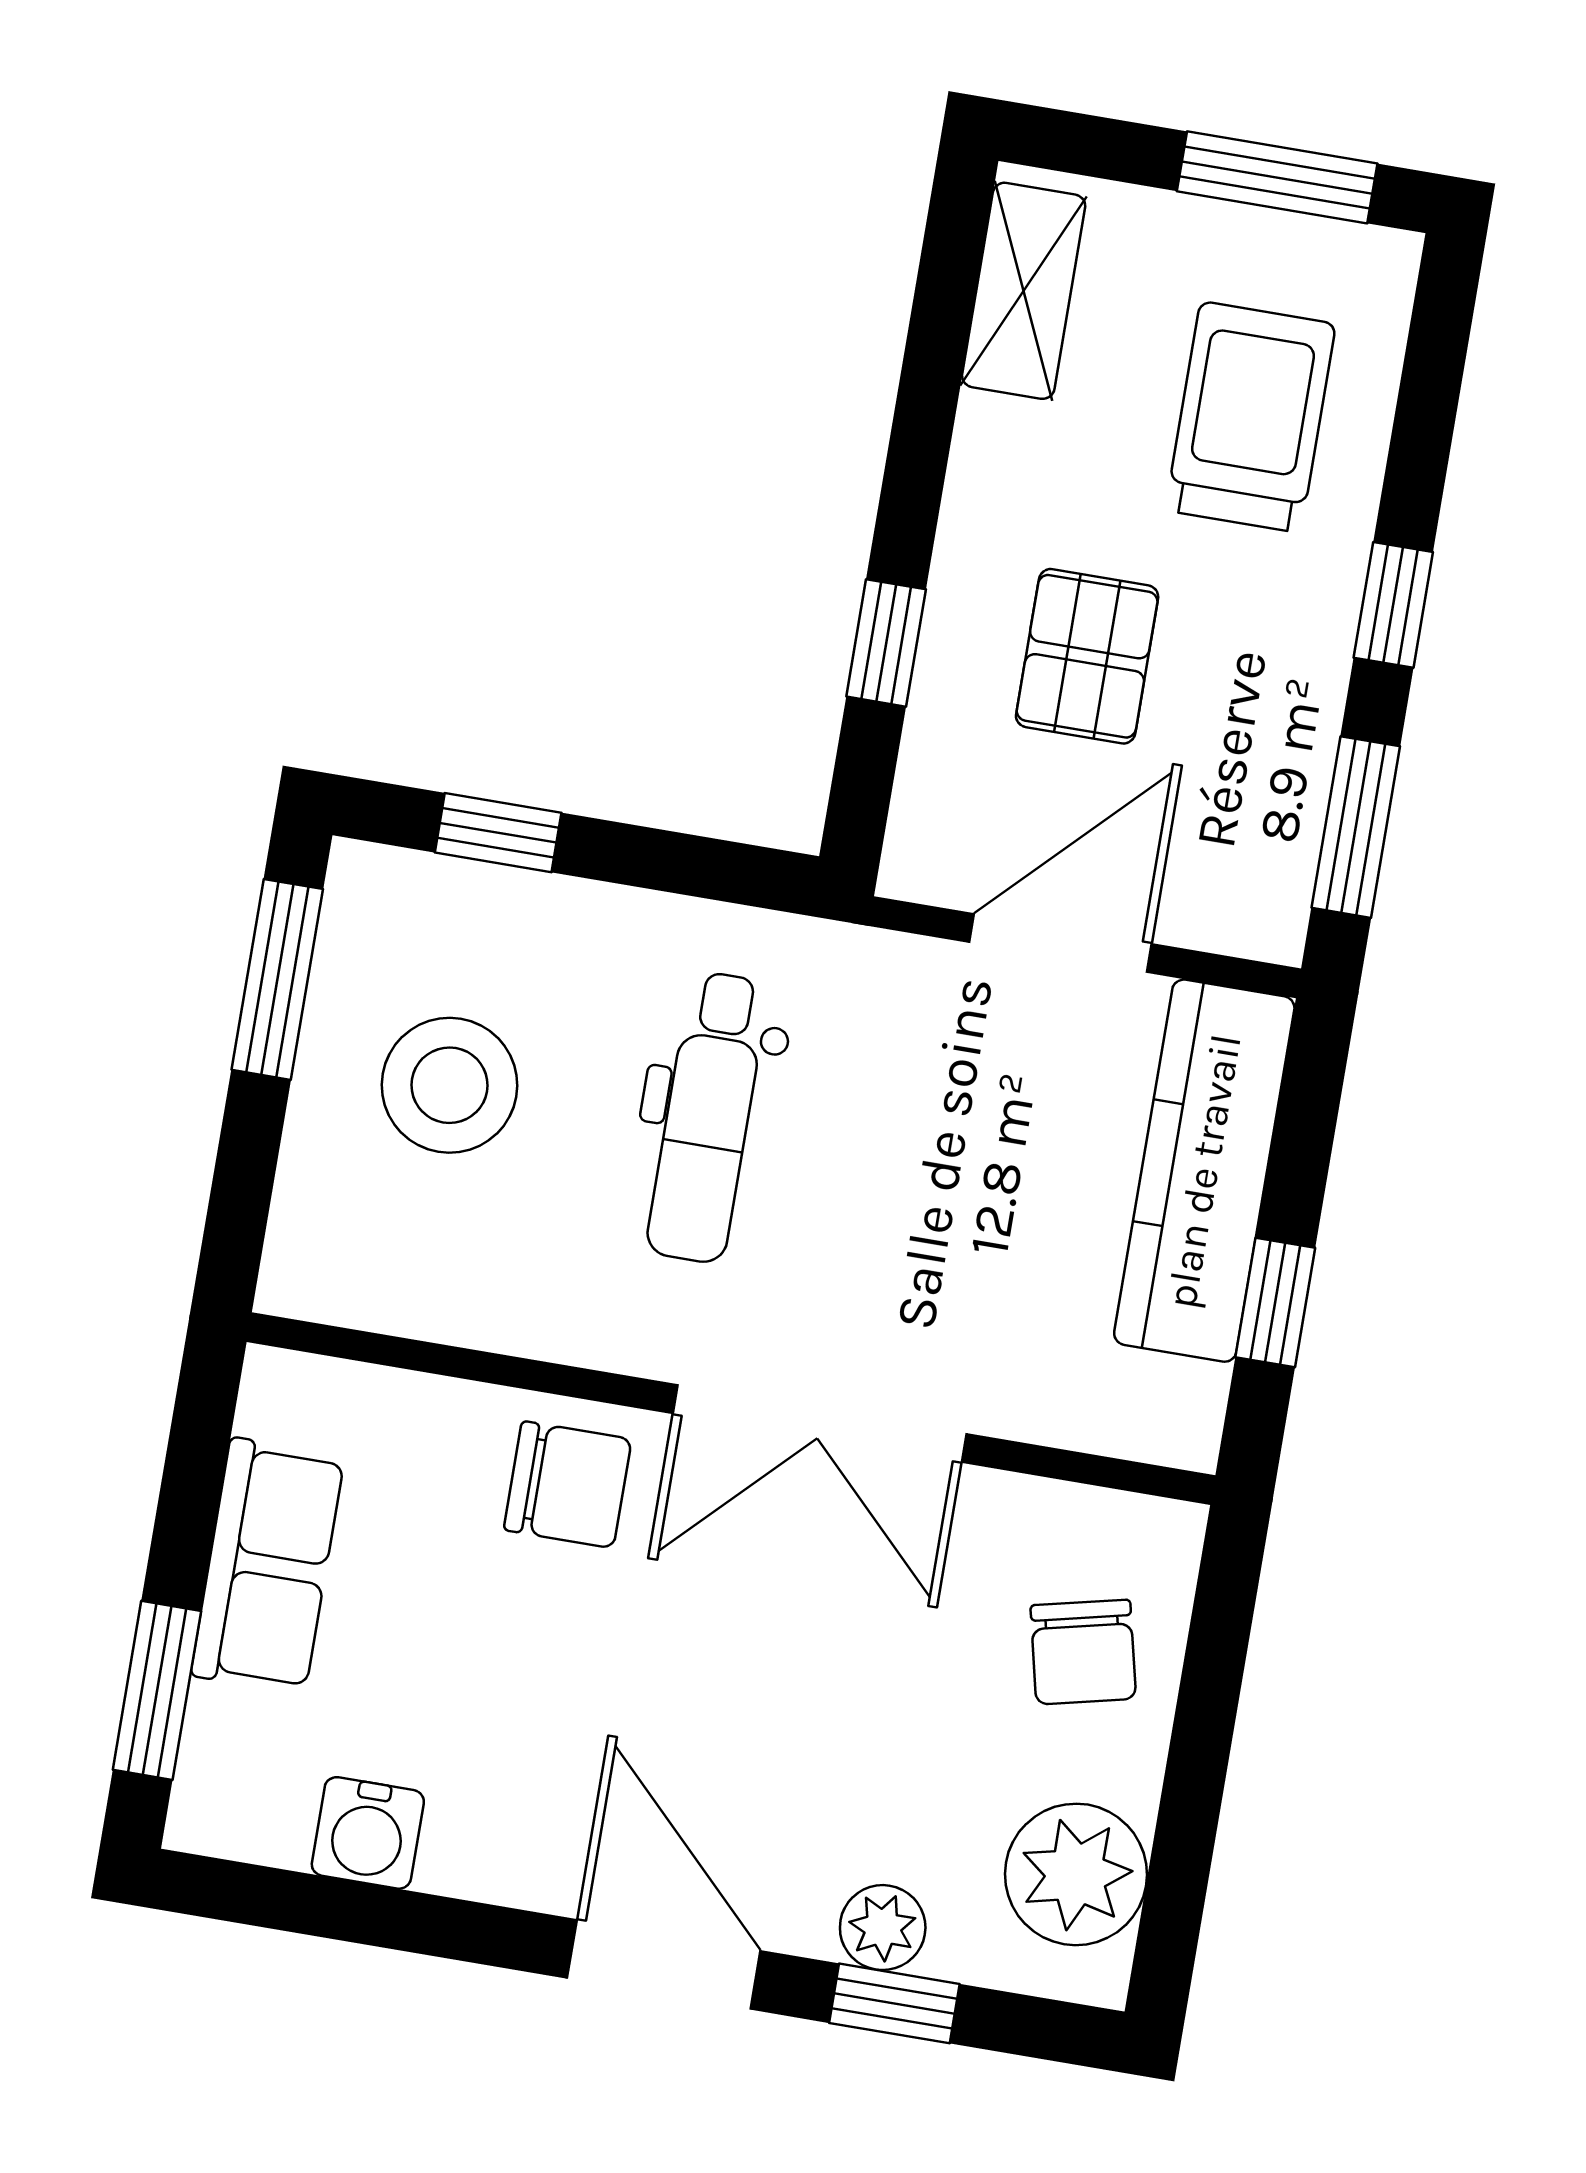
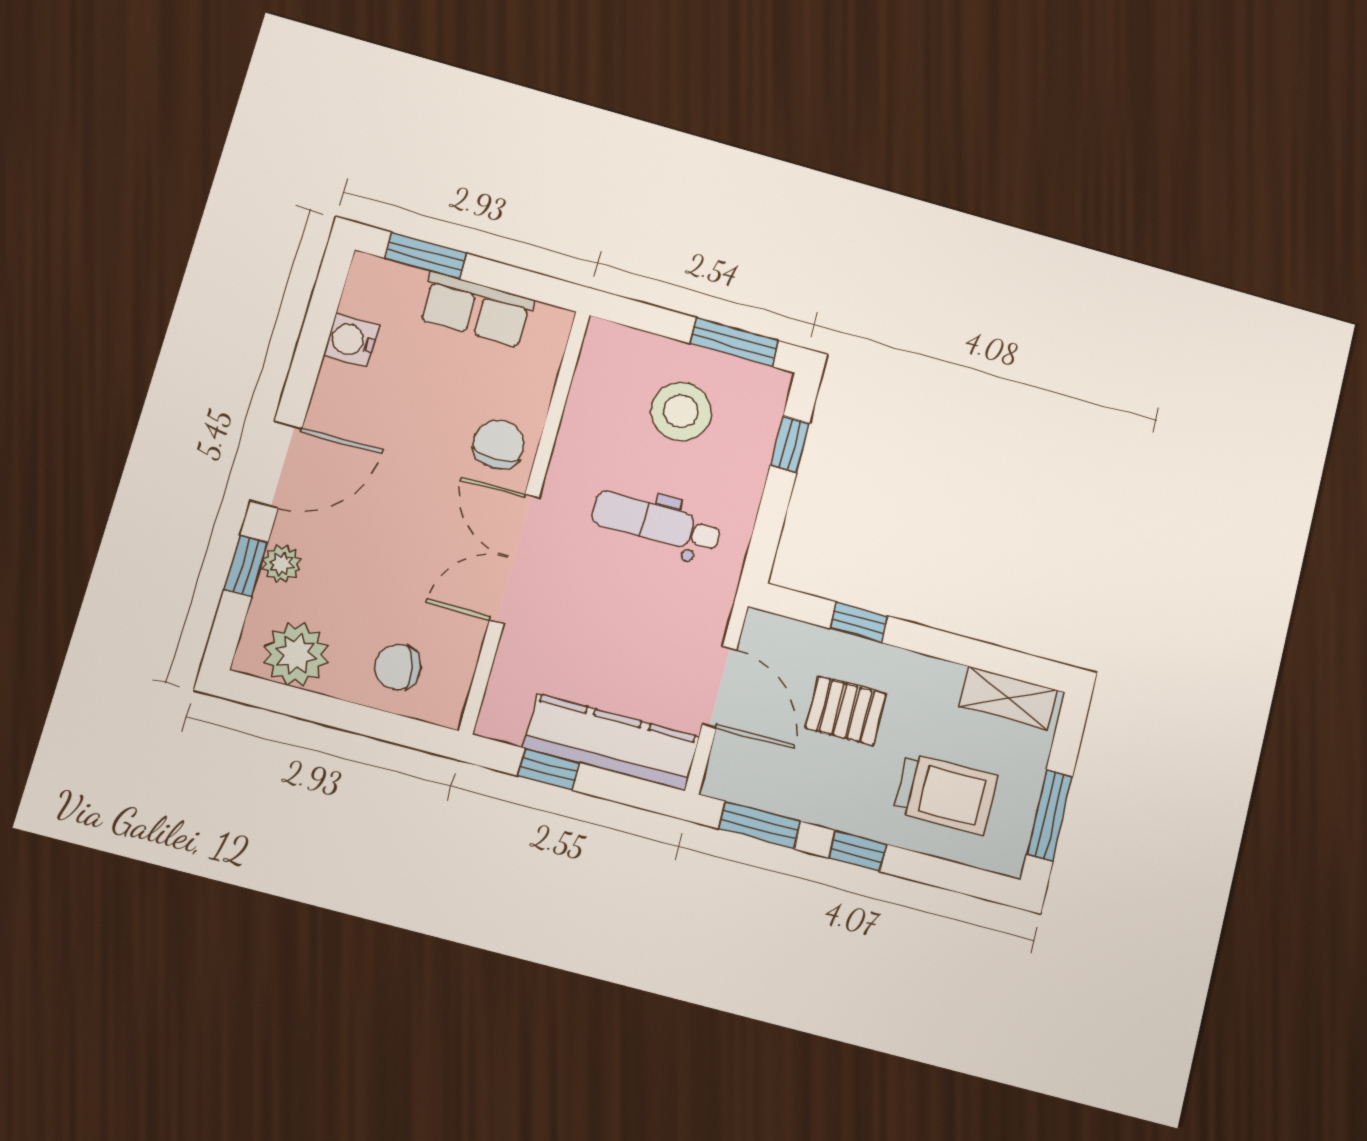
chair: (568, 1485) -> (499, 444), turned 180

